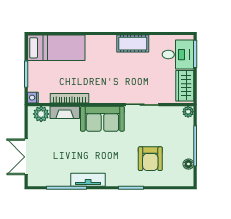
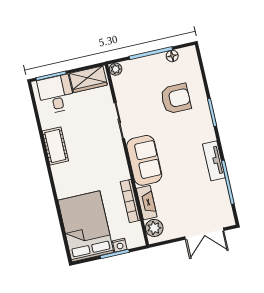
bed: (56, 48) -> (86, 226), width x1.50
nightstand: (33, 98) -> (120, 245), moved

